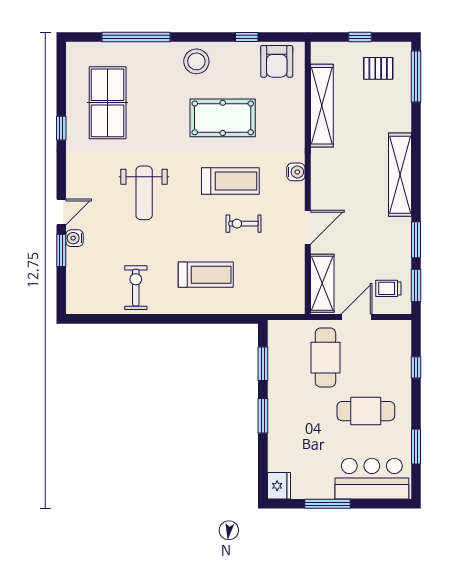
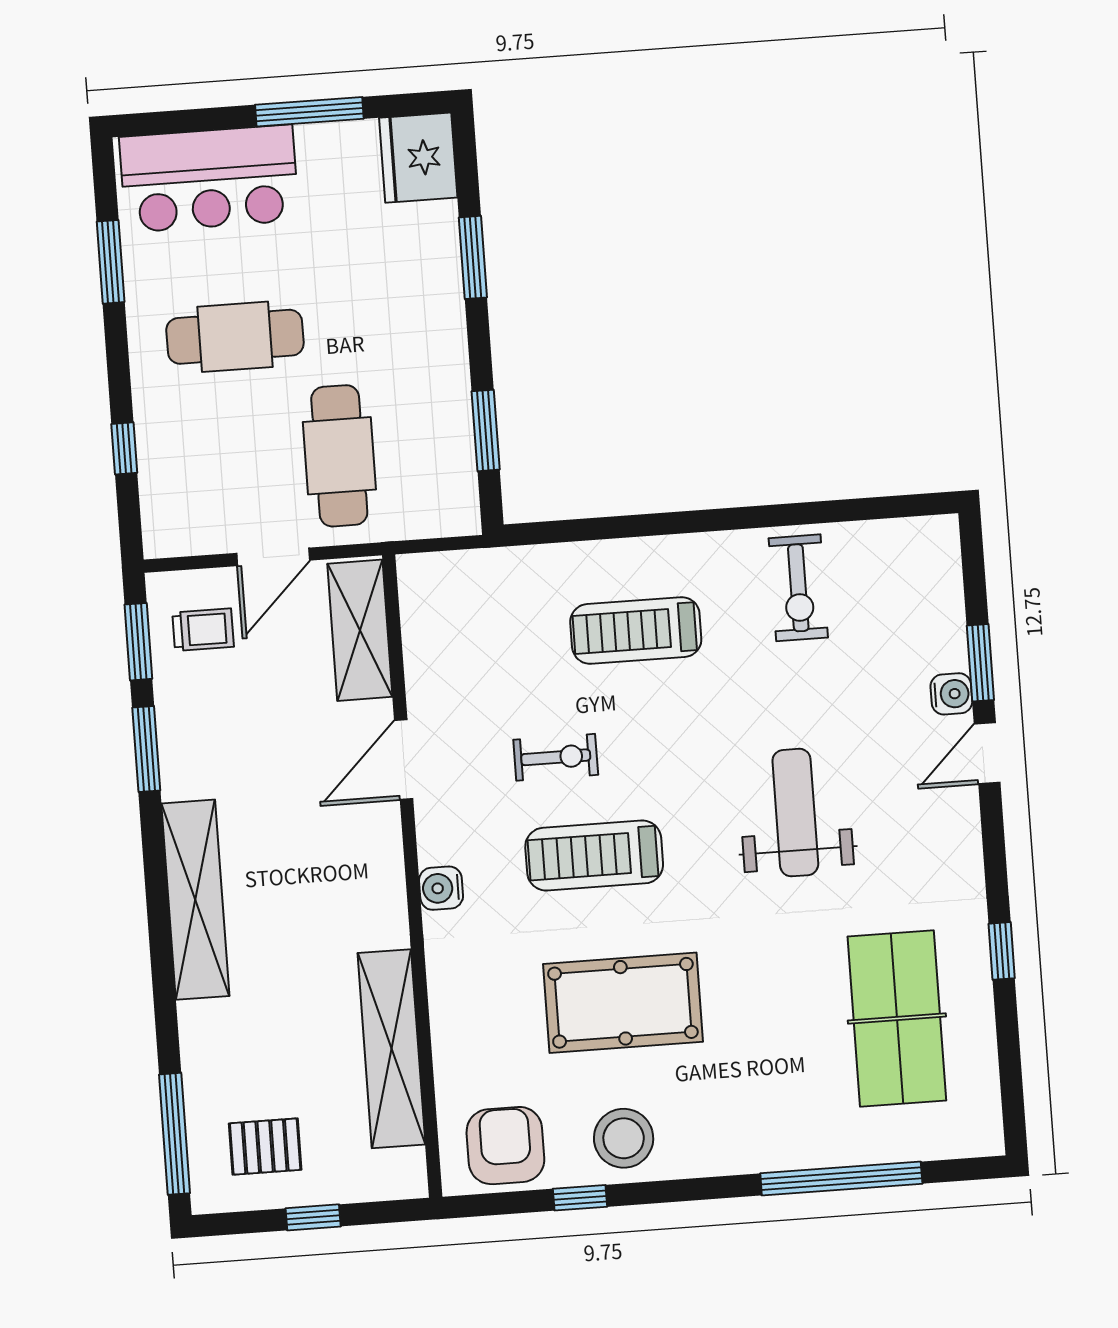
stool: (196, 61) -> (624, 1138), moved
window: (263, 416) -> (473, 257), moved
fridge: (279, 486) -> (418, 158), width x1.36, depth x1.34

